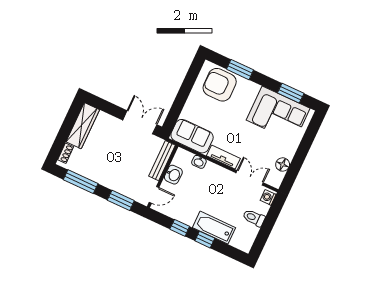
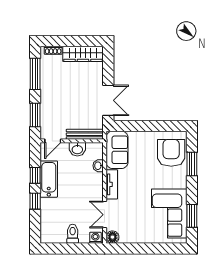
floor lamp: (283, 164) -> (112, 237), moved
double door: (250, 178) -> (105, 215), swing flipped
door: (154, 195) -> (53, 141), hinge flipped
bathtub: (214, 228) -> (49, 179), moved

